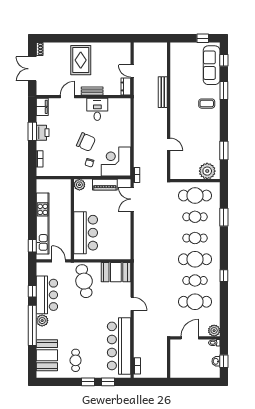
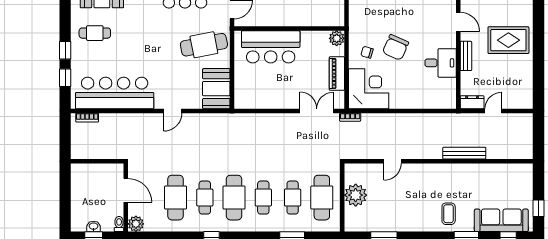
plant: (207, 171) -> (356, 195), moved

